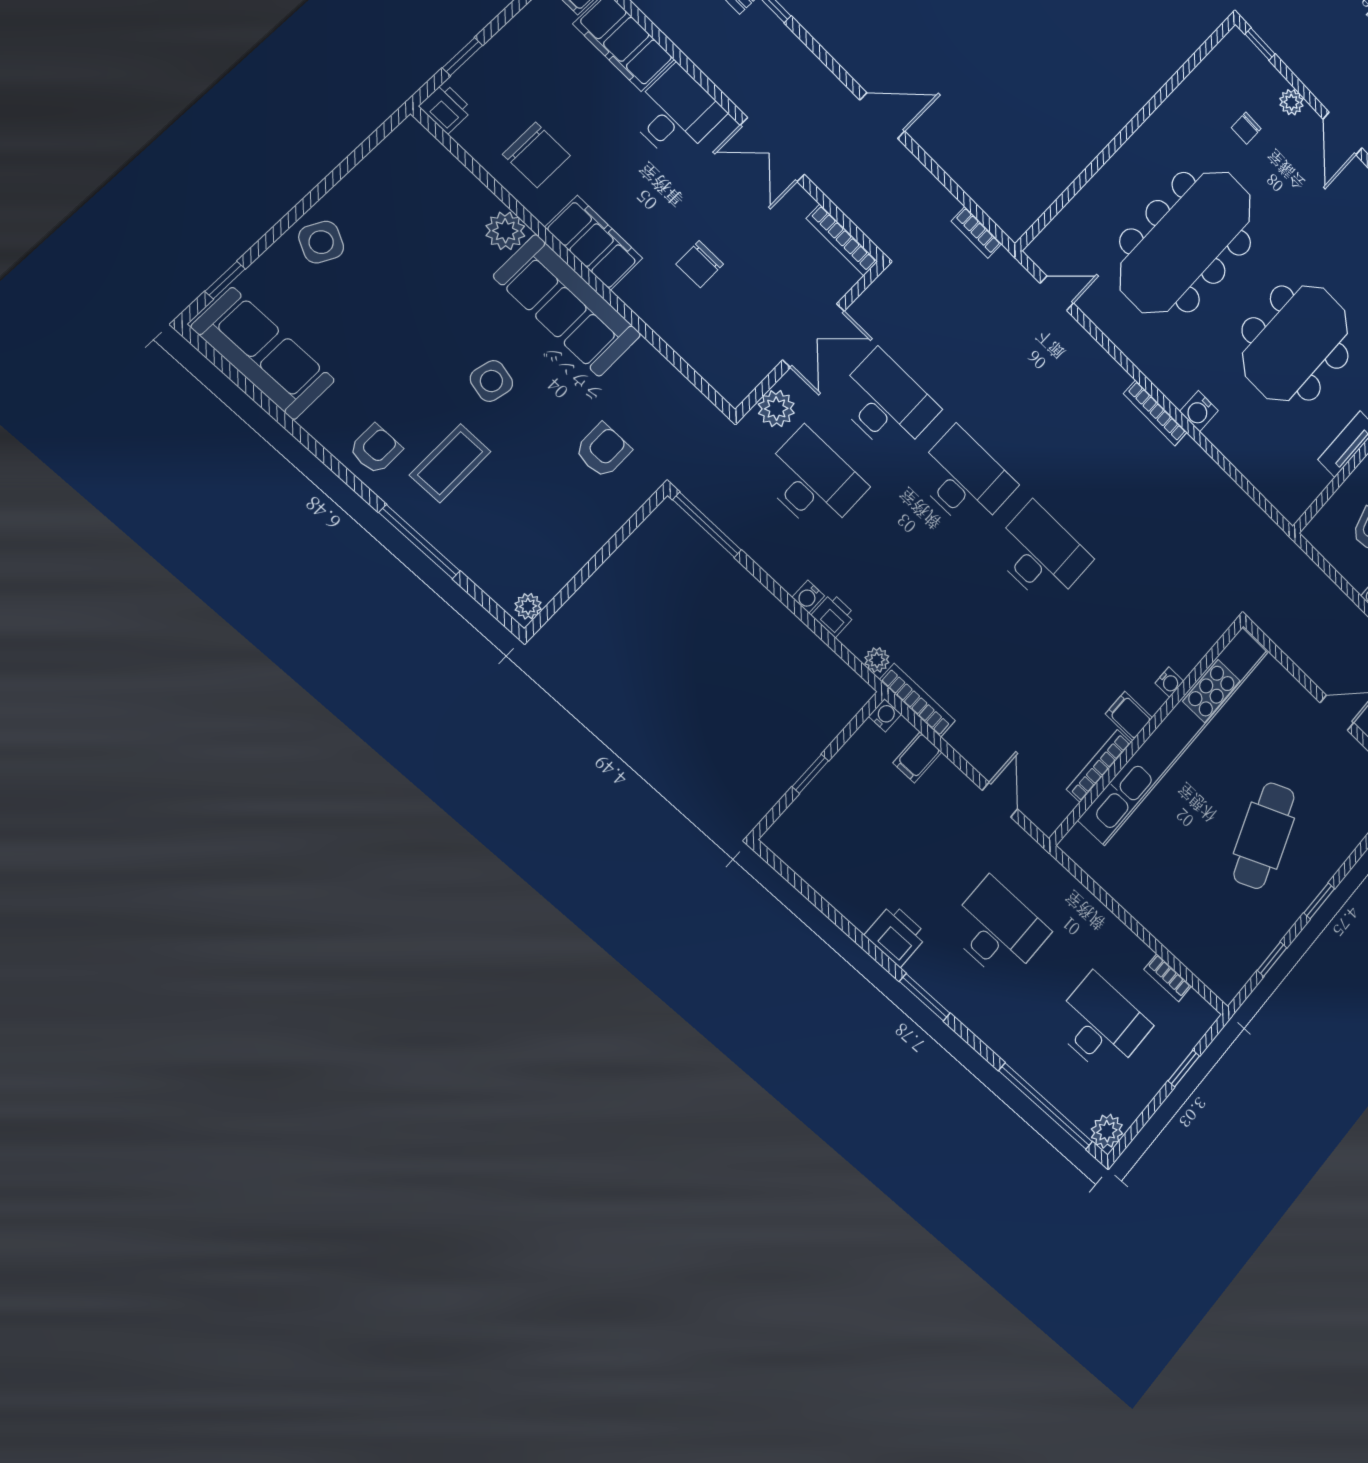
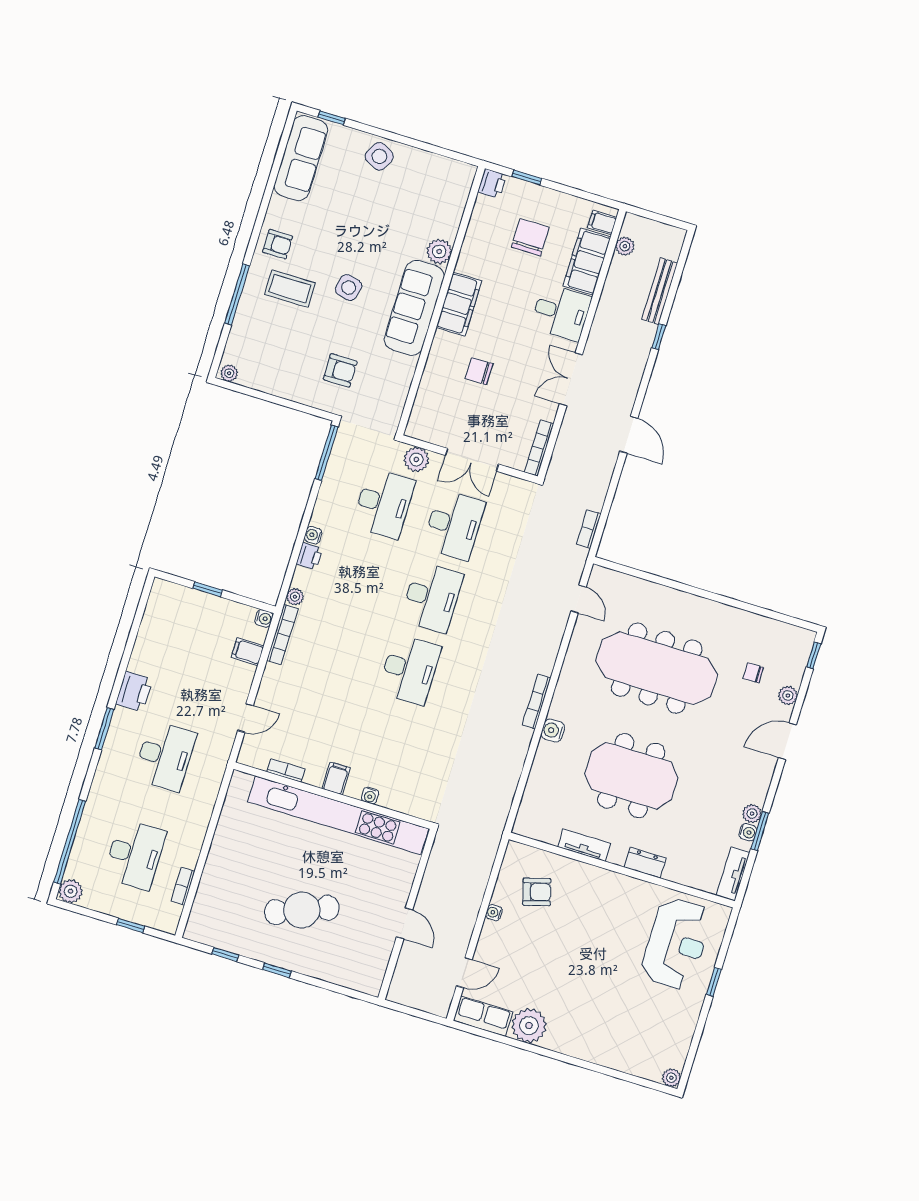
chair: (536, 155) -> (530, 237), moved, turned 180
bookcase: (1099, 766) -> (286, 771), width x0.64

